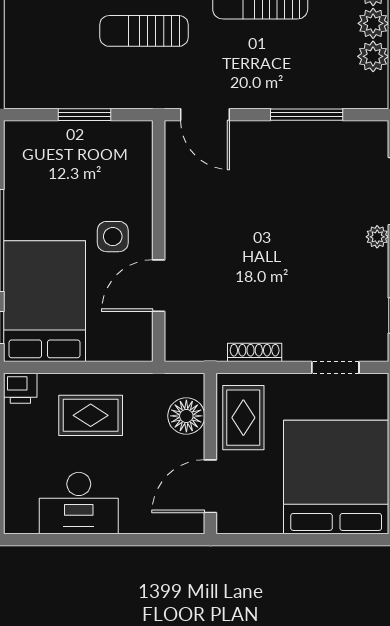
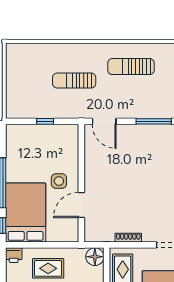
window: (85, 115) -> (45, 121), width x0.67
floor lamp: (186, 416) -> (95, 257), moved

